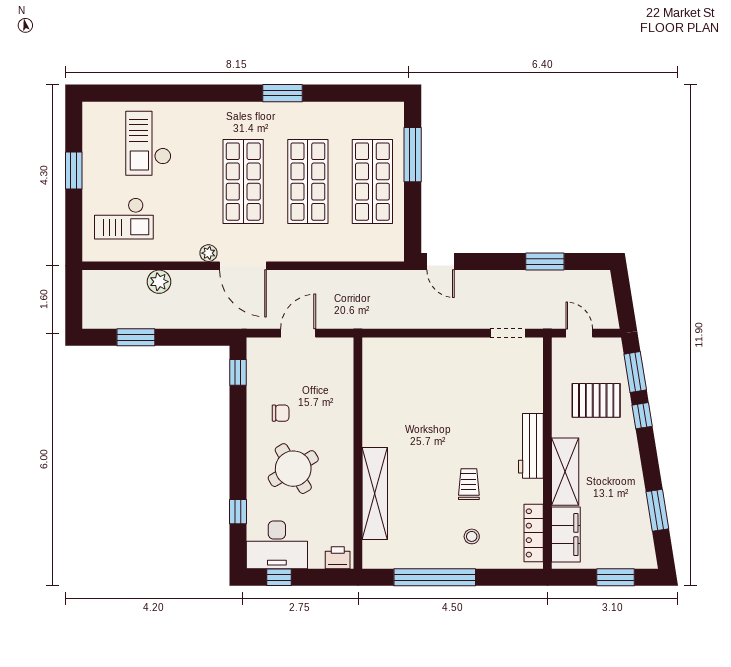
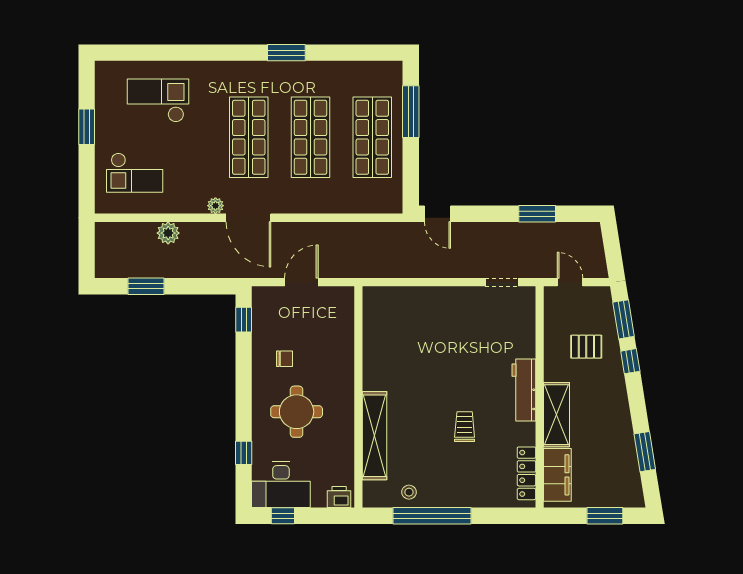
checkout: (148, 143) -> (158, 101), turned 90
pallet: (596, 400) -> (586, 347), width x0.67, depth x0.71
round table: (293, 469) -> (297, 412), turned 31
stool: (472, 536) -> (409, 492), moved

